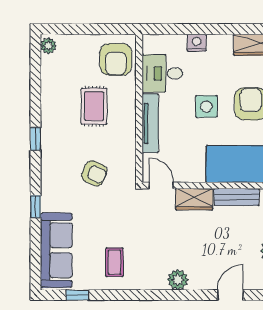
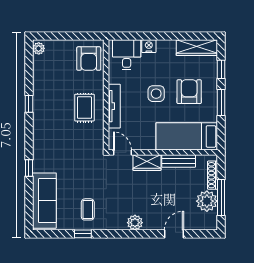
desk: (162, 73) -> (127, 55), moved, turned 90
rug: (94, 106) -> (84, 108), moved
window: (35, 139) -> (29, 104), moved
armchair: (94, 173) -> (73, 143), removed
window: (77, 295) -> (83, 234), moved

